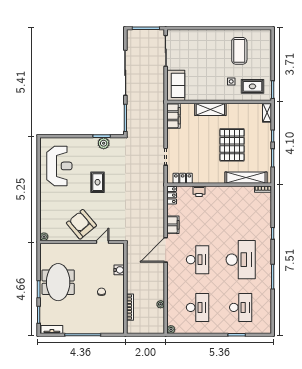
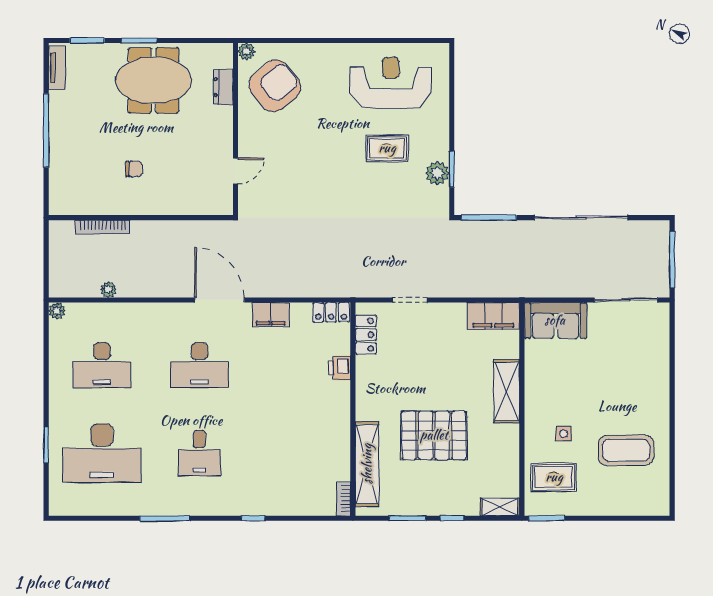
rug: (252, 86) -> (554, 477), turned 90
reception desk: (59, 166) -> (391, 83), turned 180
rug: (98, 182) -> (387, 148), moved
armchair: (81, 224) -> (275, 86), moved
door: (102, 242) -> (236, 171), hinge flipped
dresser: (62, 248) -> (223, 87), added
desk: (241, 260) -> (199, 453), width x0.53, depth x0.77
water cooler: (119, 270) -> (178, 205), removed
desk: (241, 307) -> (102, 453), width x1.36, depth x1.30

